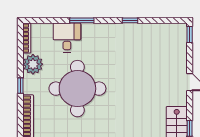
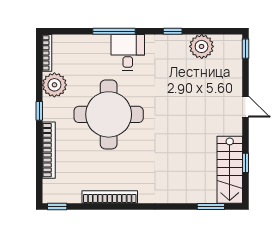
window: (82, 20) -> (114, 31), width x1.44
plant: (154, 33) -> (202, 46), added
desk: (67, 38) -> (128, 52), moved

